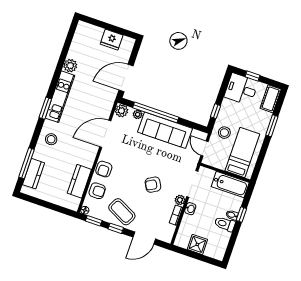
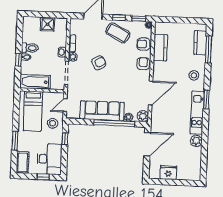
desk: (241, 89) -> (49, 159), width x1.37
door: (204, 148) -> (65, 105), swing flipped

